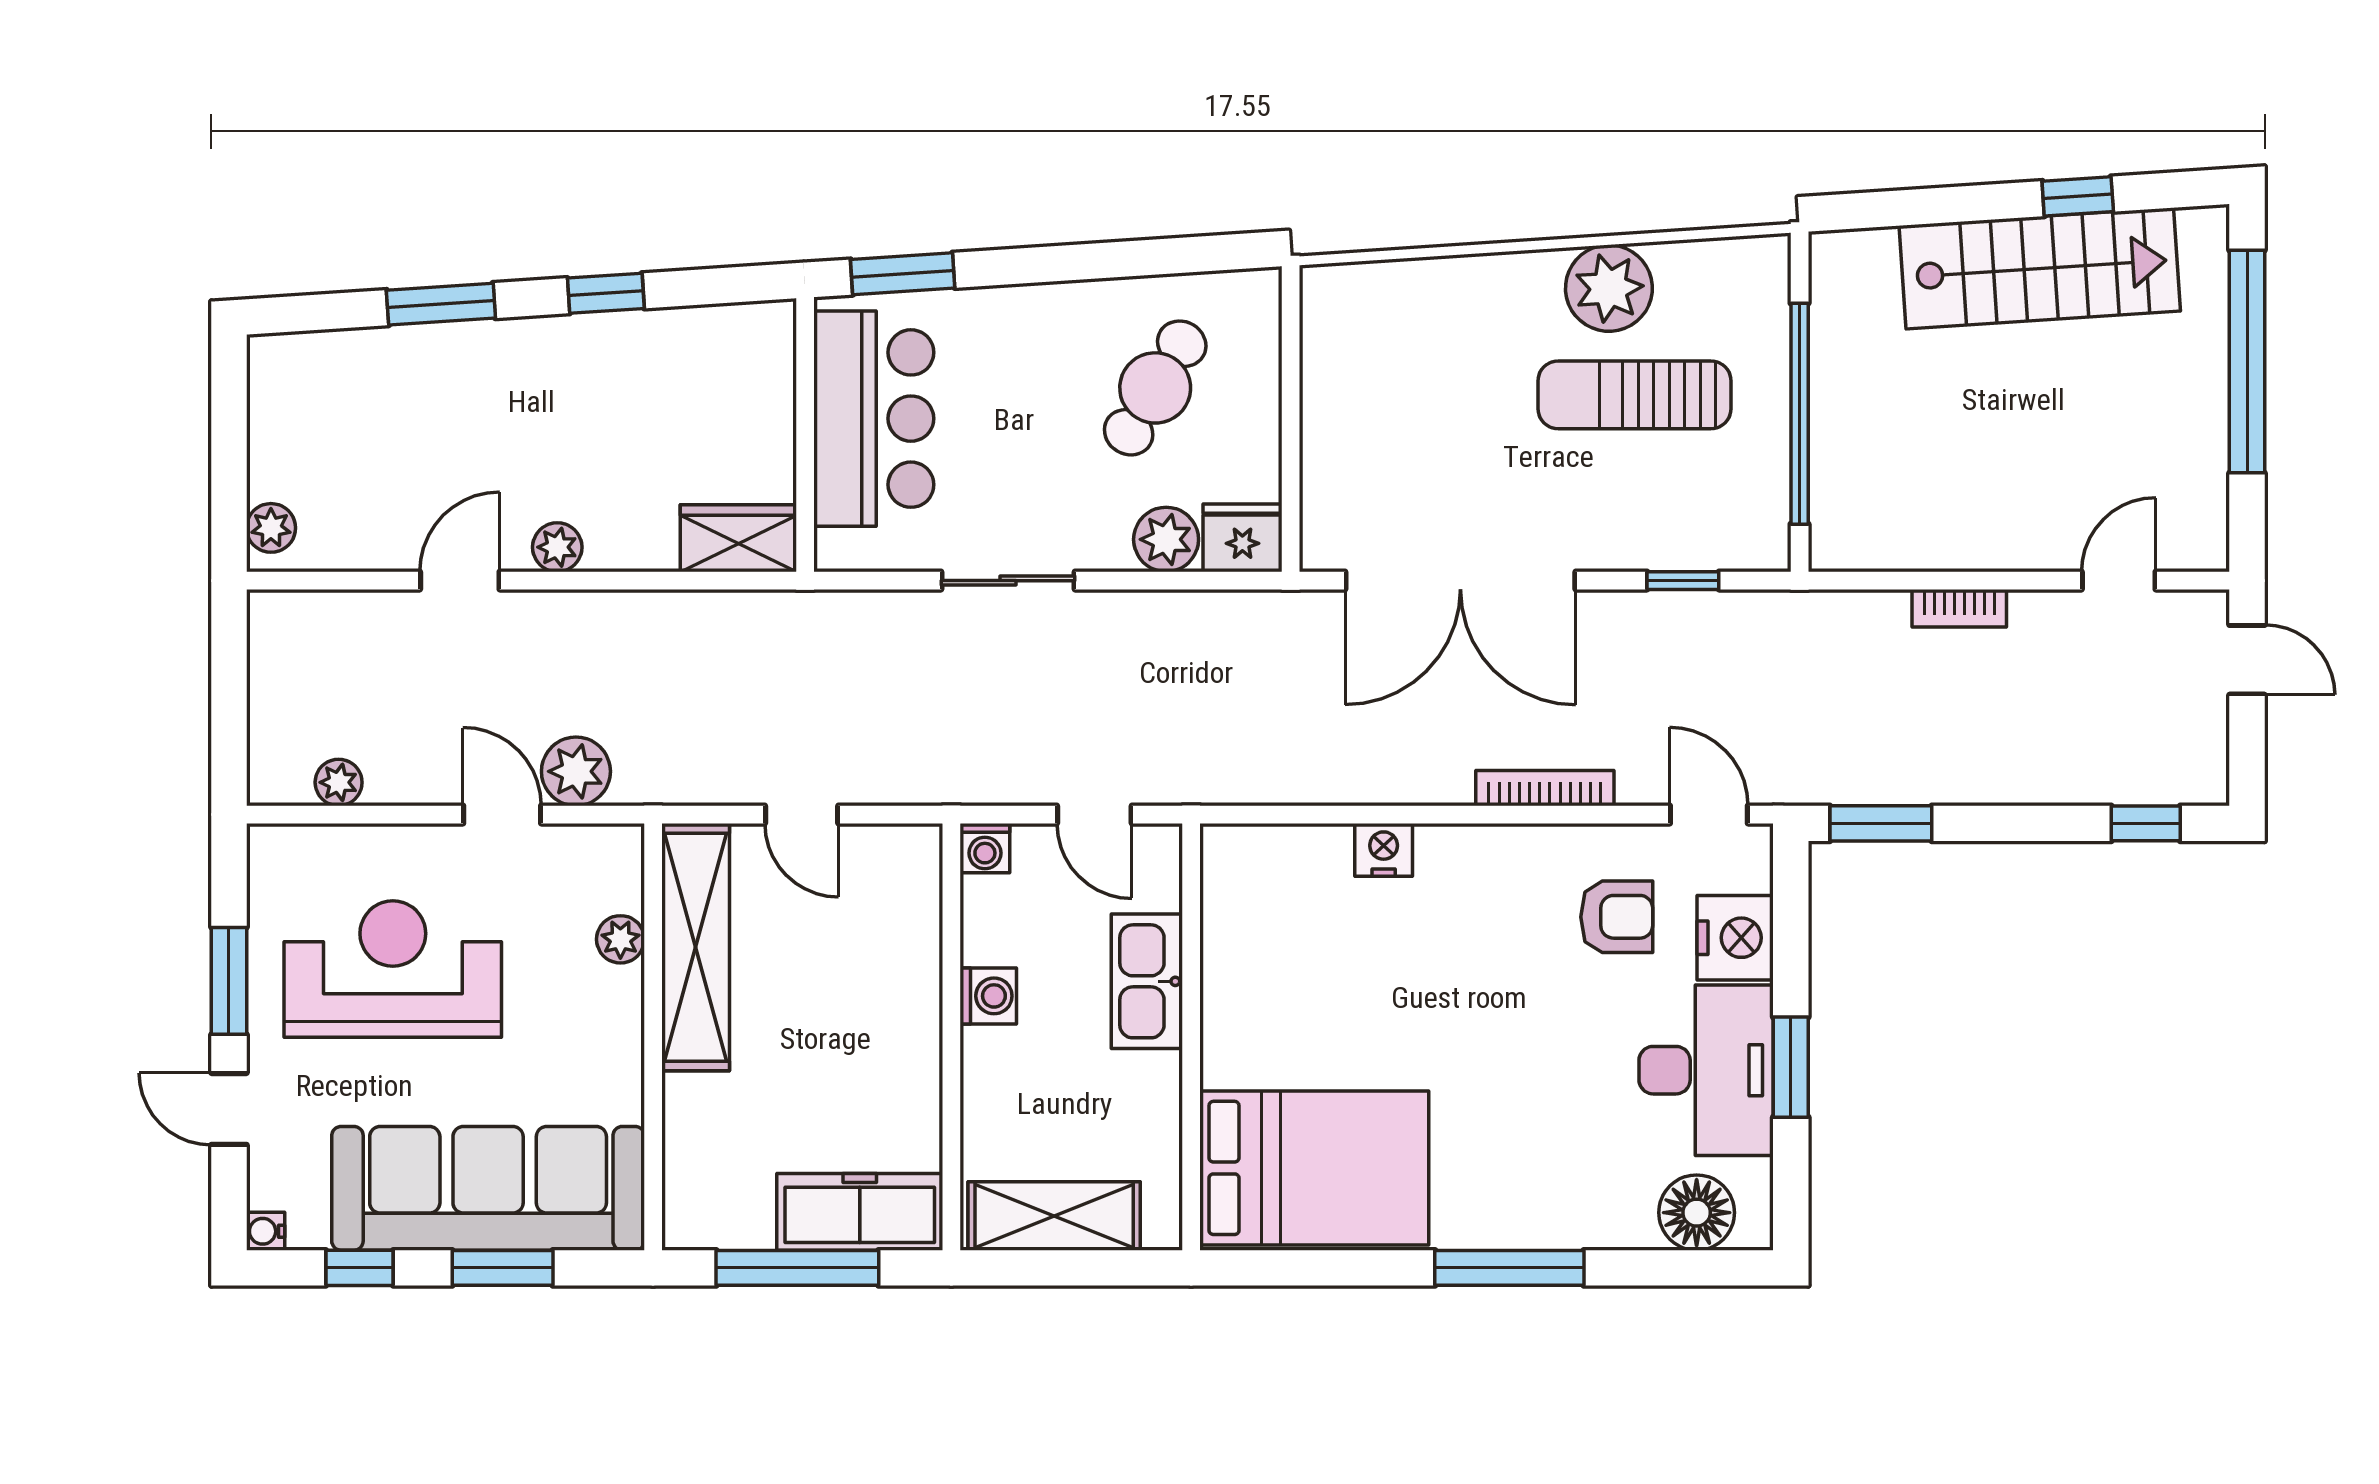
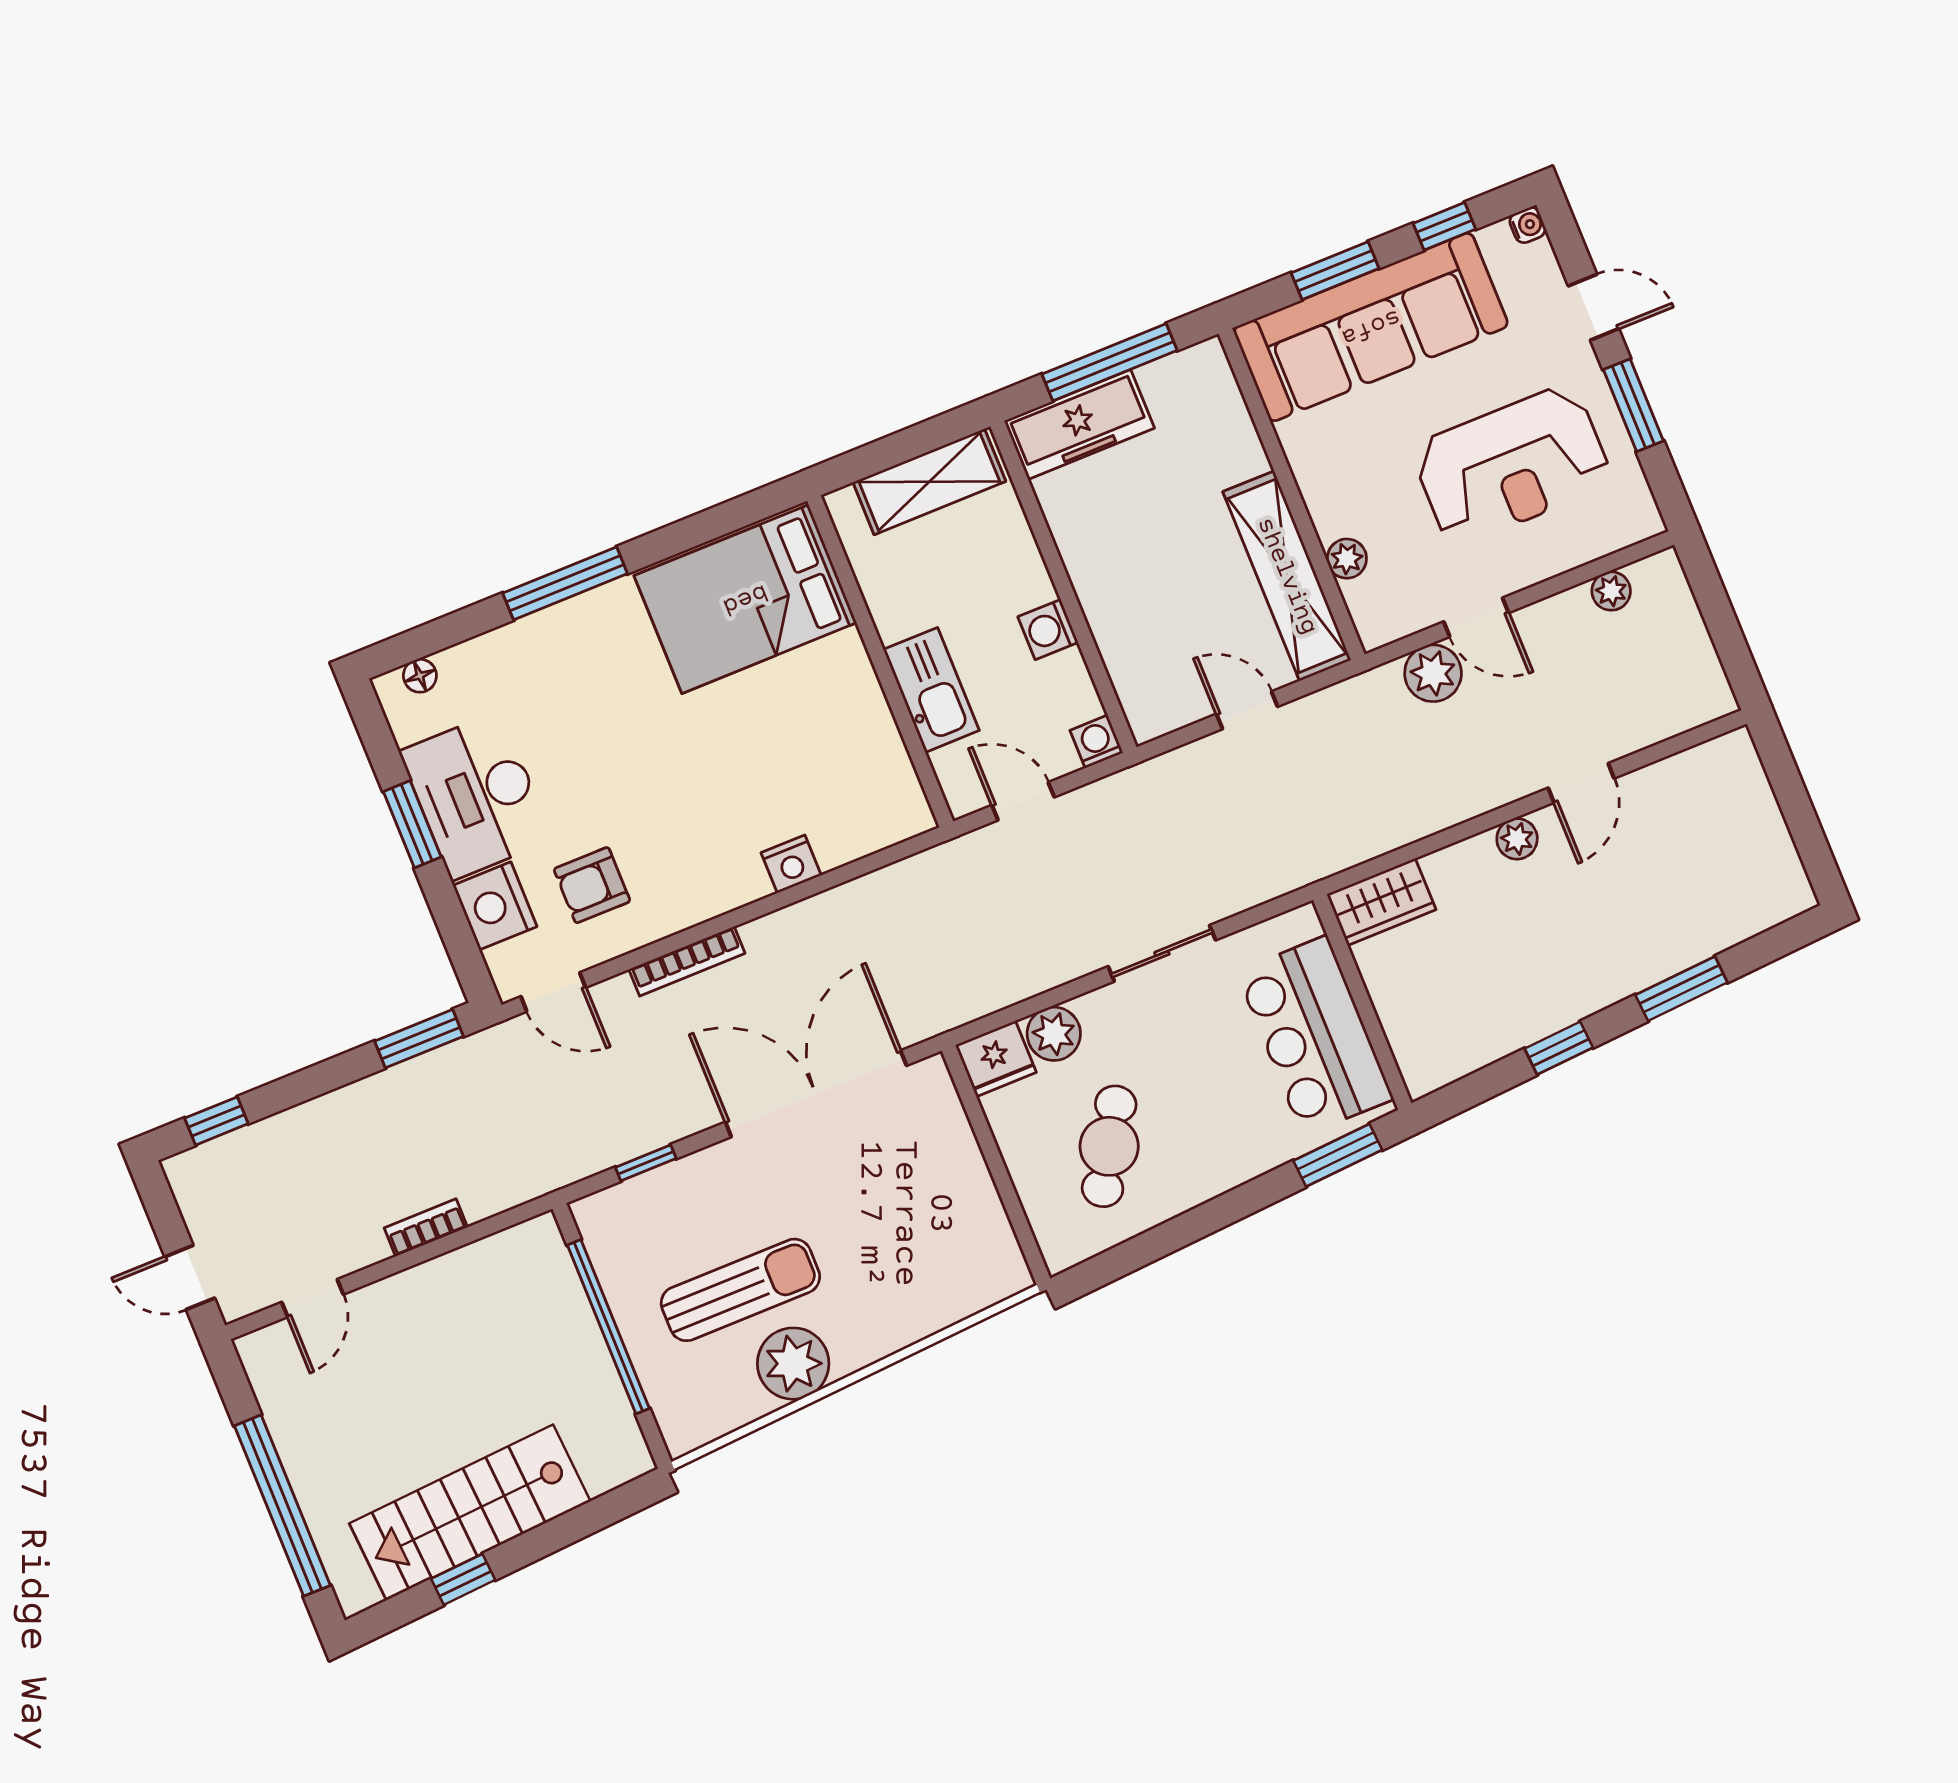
plant: (271, 528) -> (1742, 765), removed
floor lamp: (1697, 1213) -> (420, 676), width x0.53, depth x0.53

